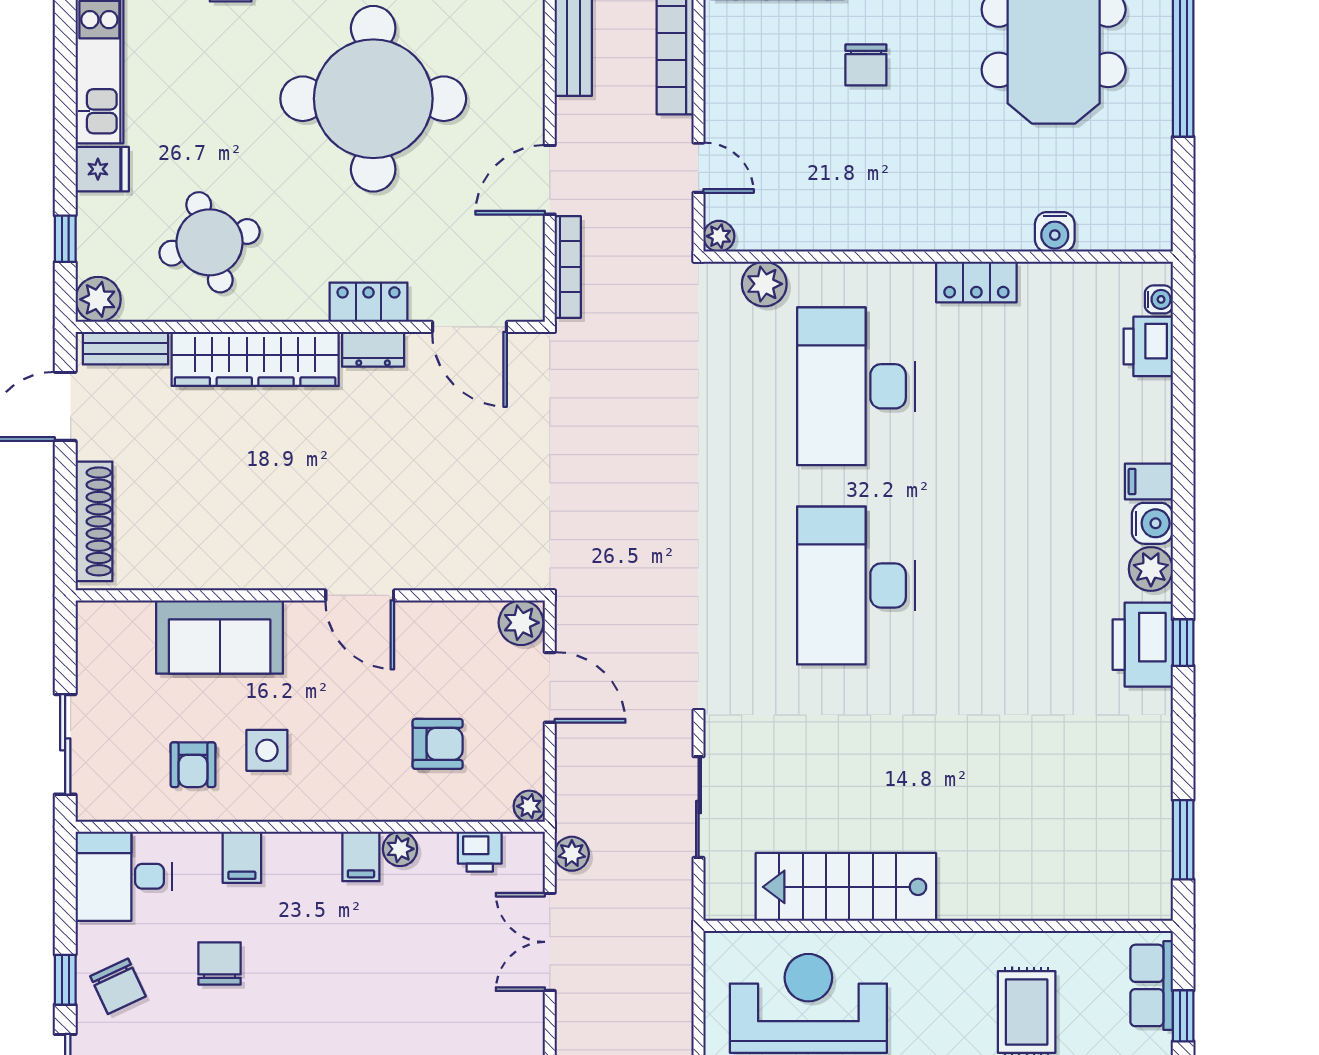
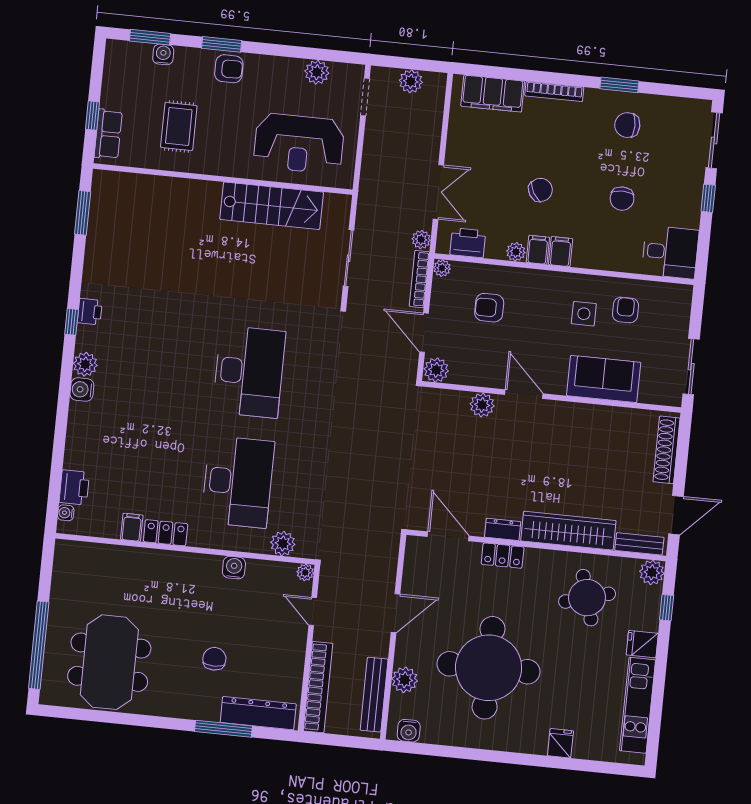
plant: (521, 62) -> (405, 680), added
water cooler: (1055, 232) -> (234, 568), moved
bookcase: (568, 267) -> (419, 279), moved
filing cabinet: (1149, 481) -> (132, 527), moved, turned -90
plant: (433, 568) -> (482, 405), added
printer: (1143, 645) -> (90, 312), width x0.53, depth x0.68
sliding door: (65, 744) -> (691, 367), moved
printer: (480, 852) -> (468, 243), width x1.36, depth x1.24
filing cabinet: (242, 857) -> (561, 252), moved
chair: (118, 986) -> (540, 190), moved, turned 84

